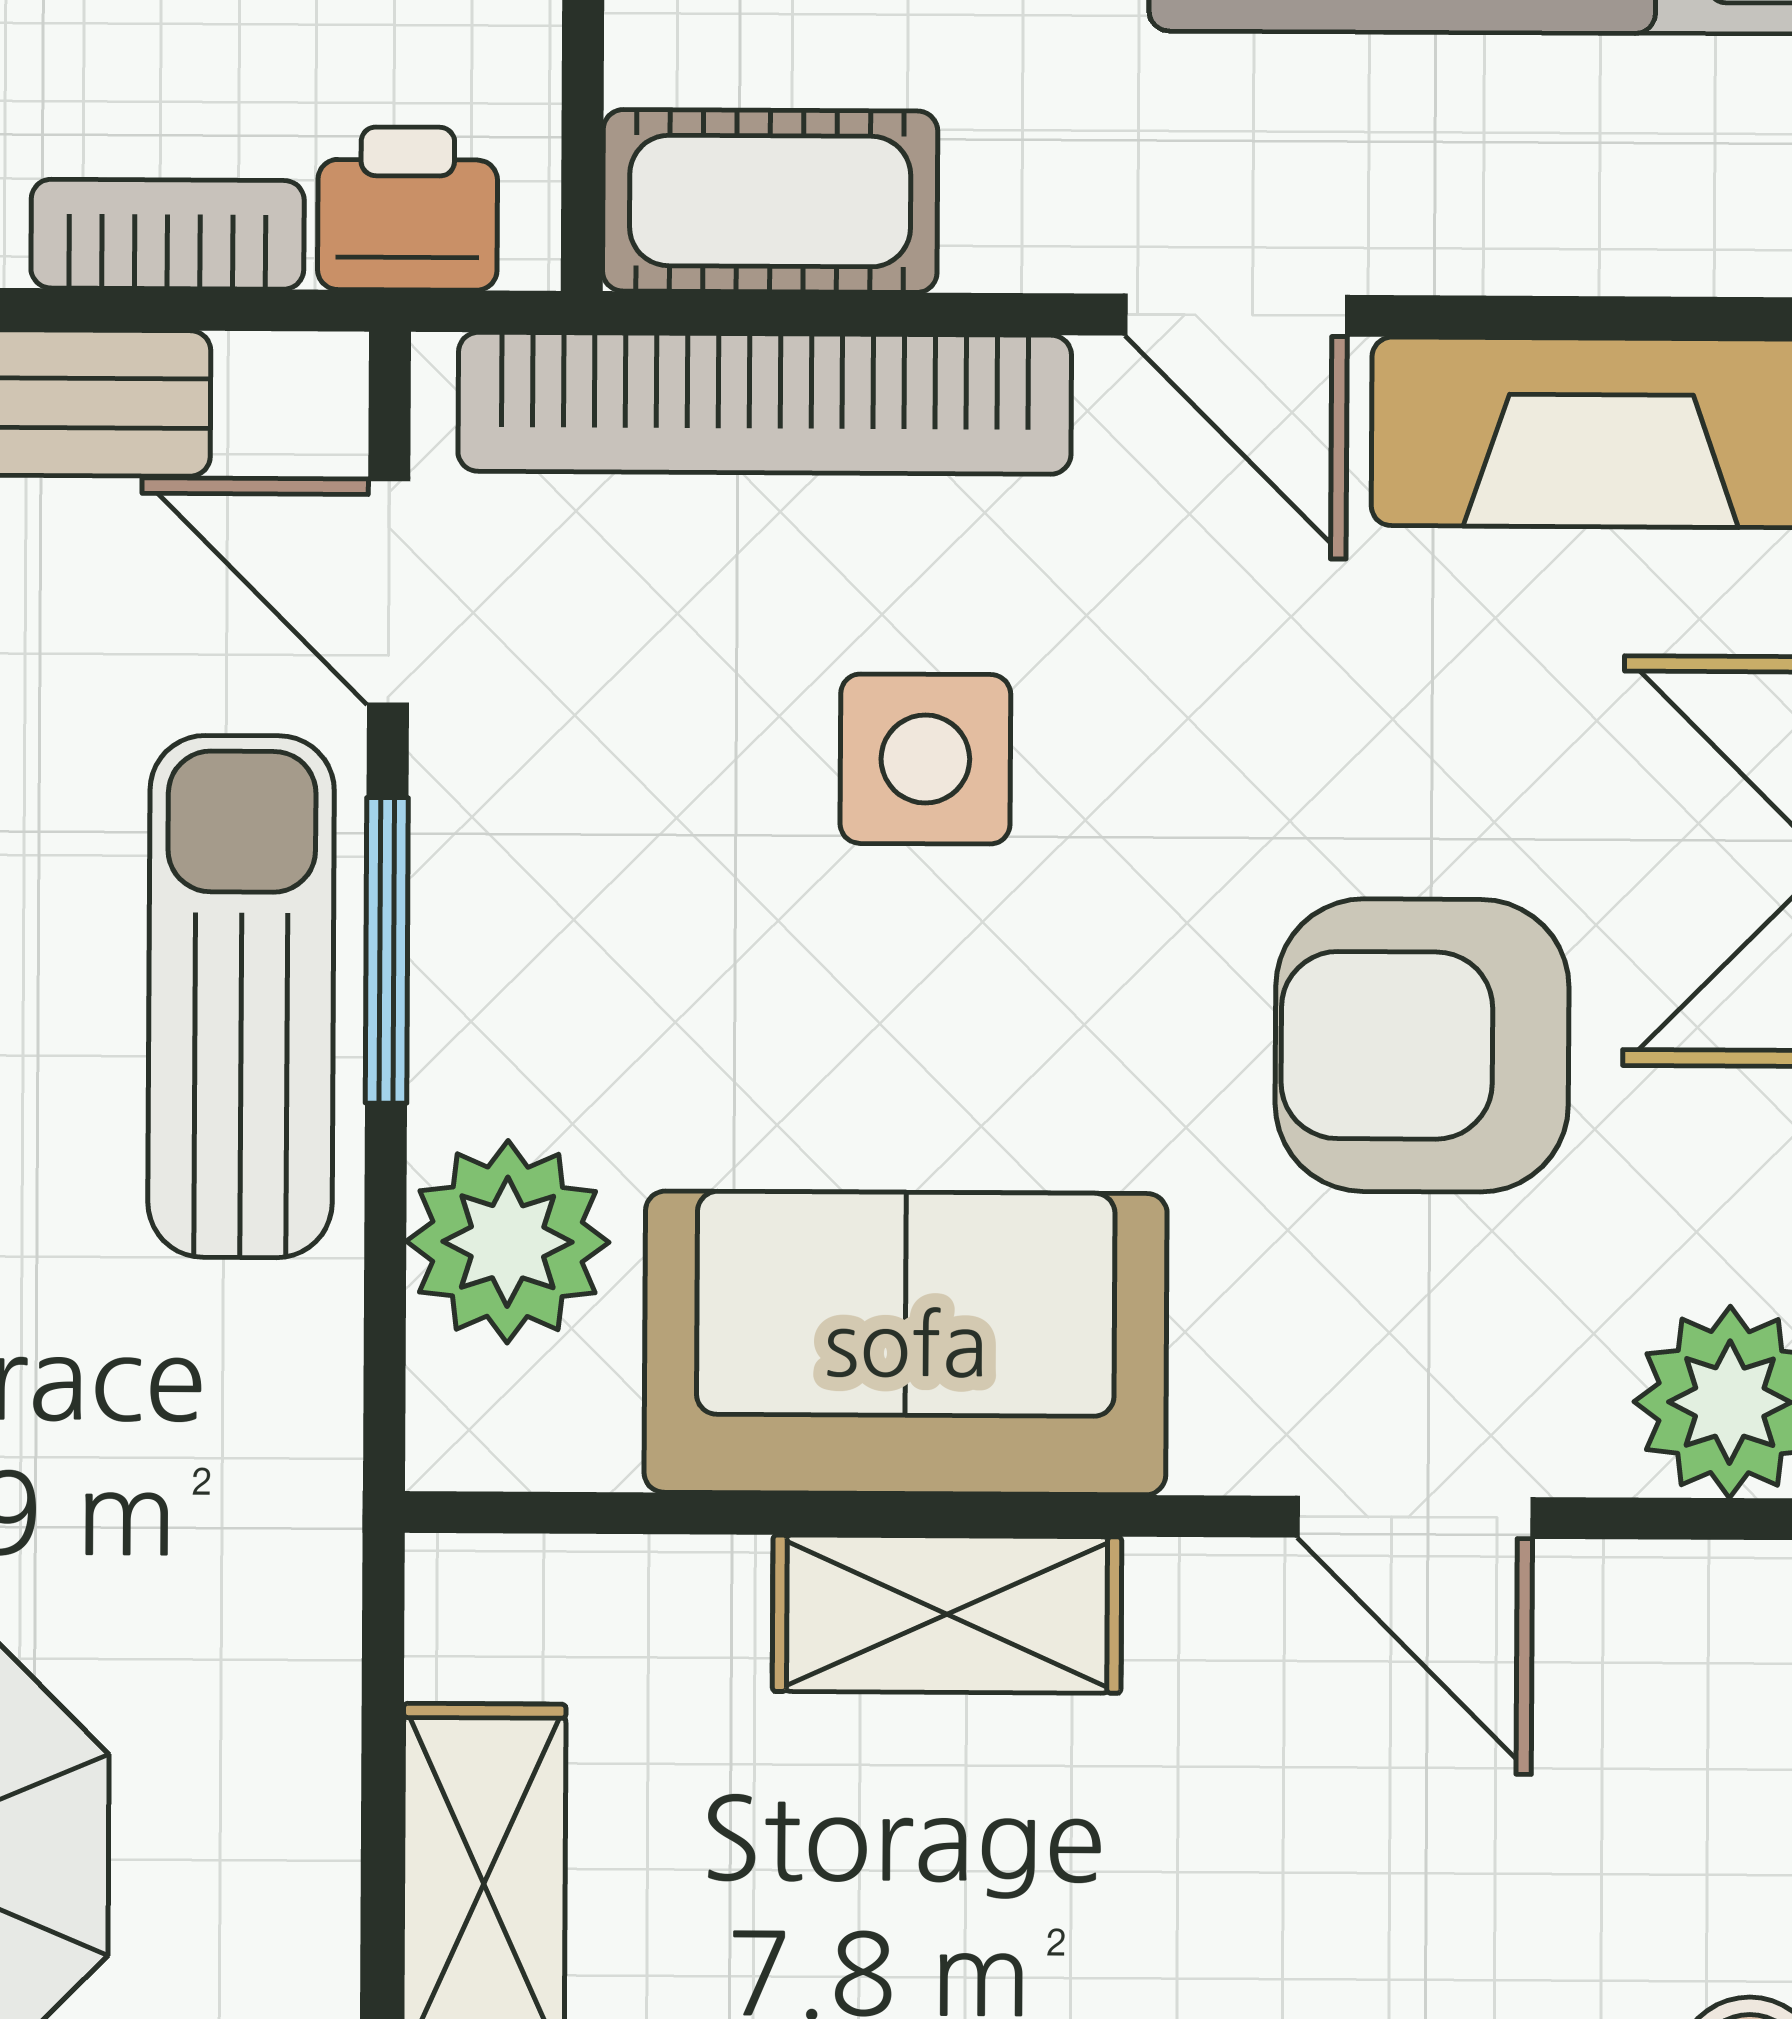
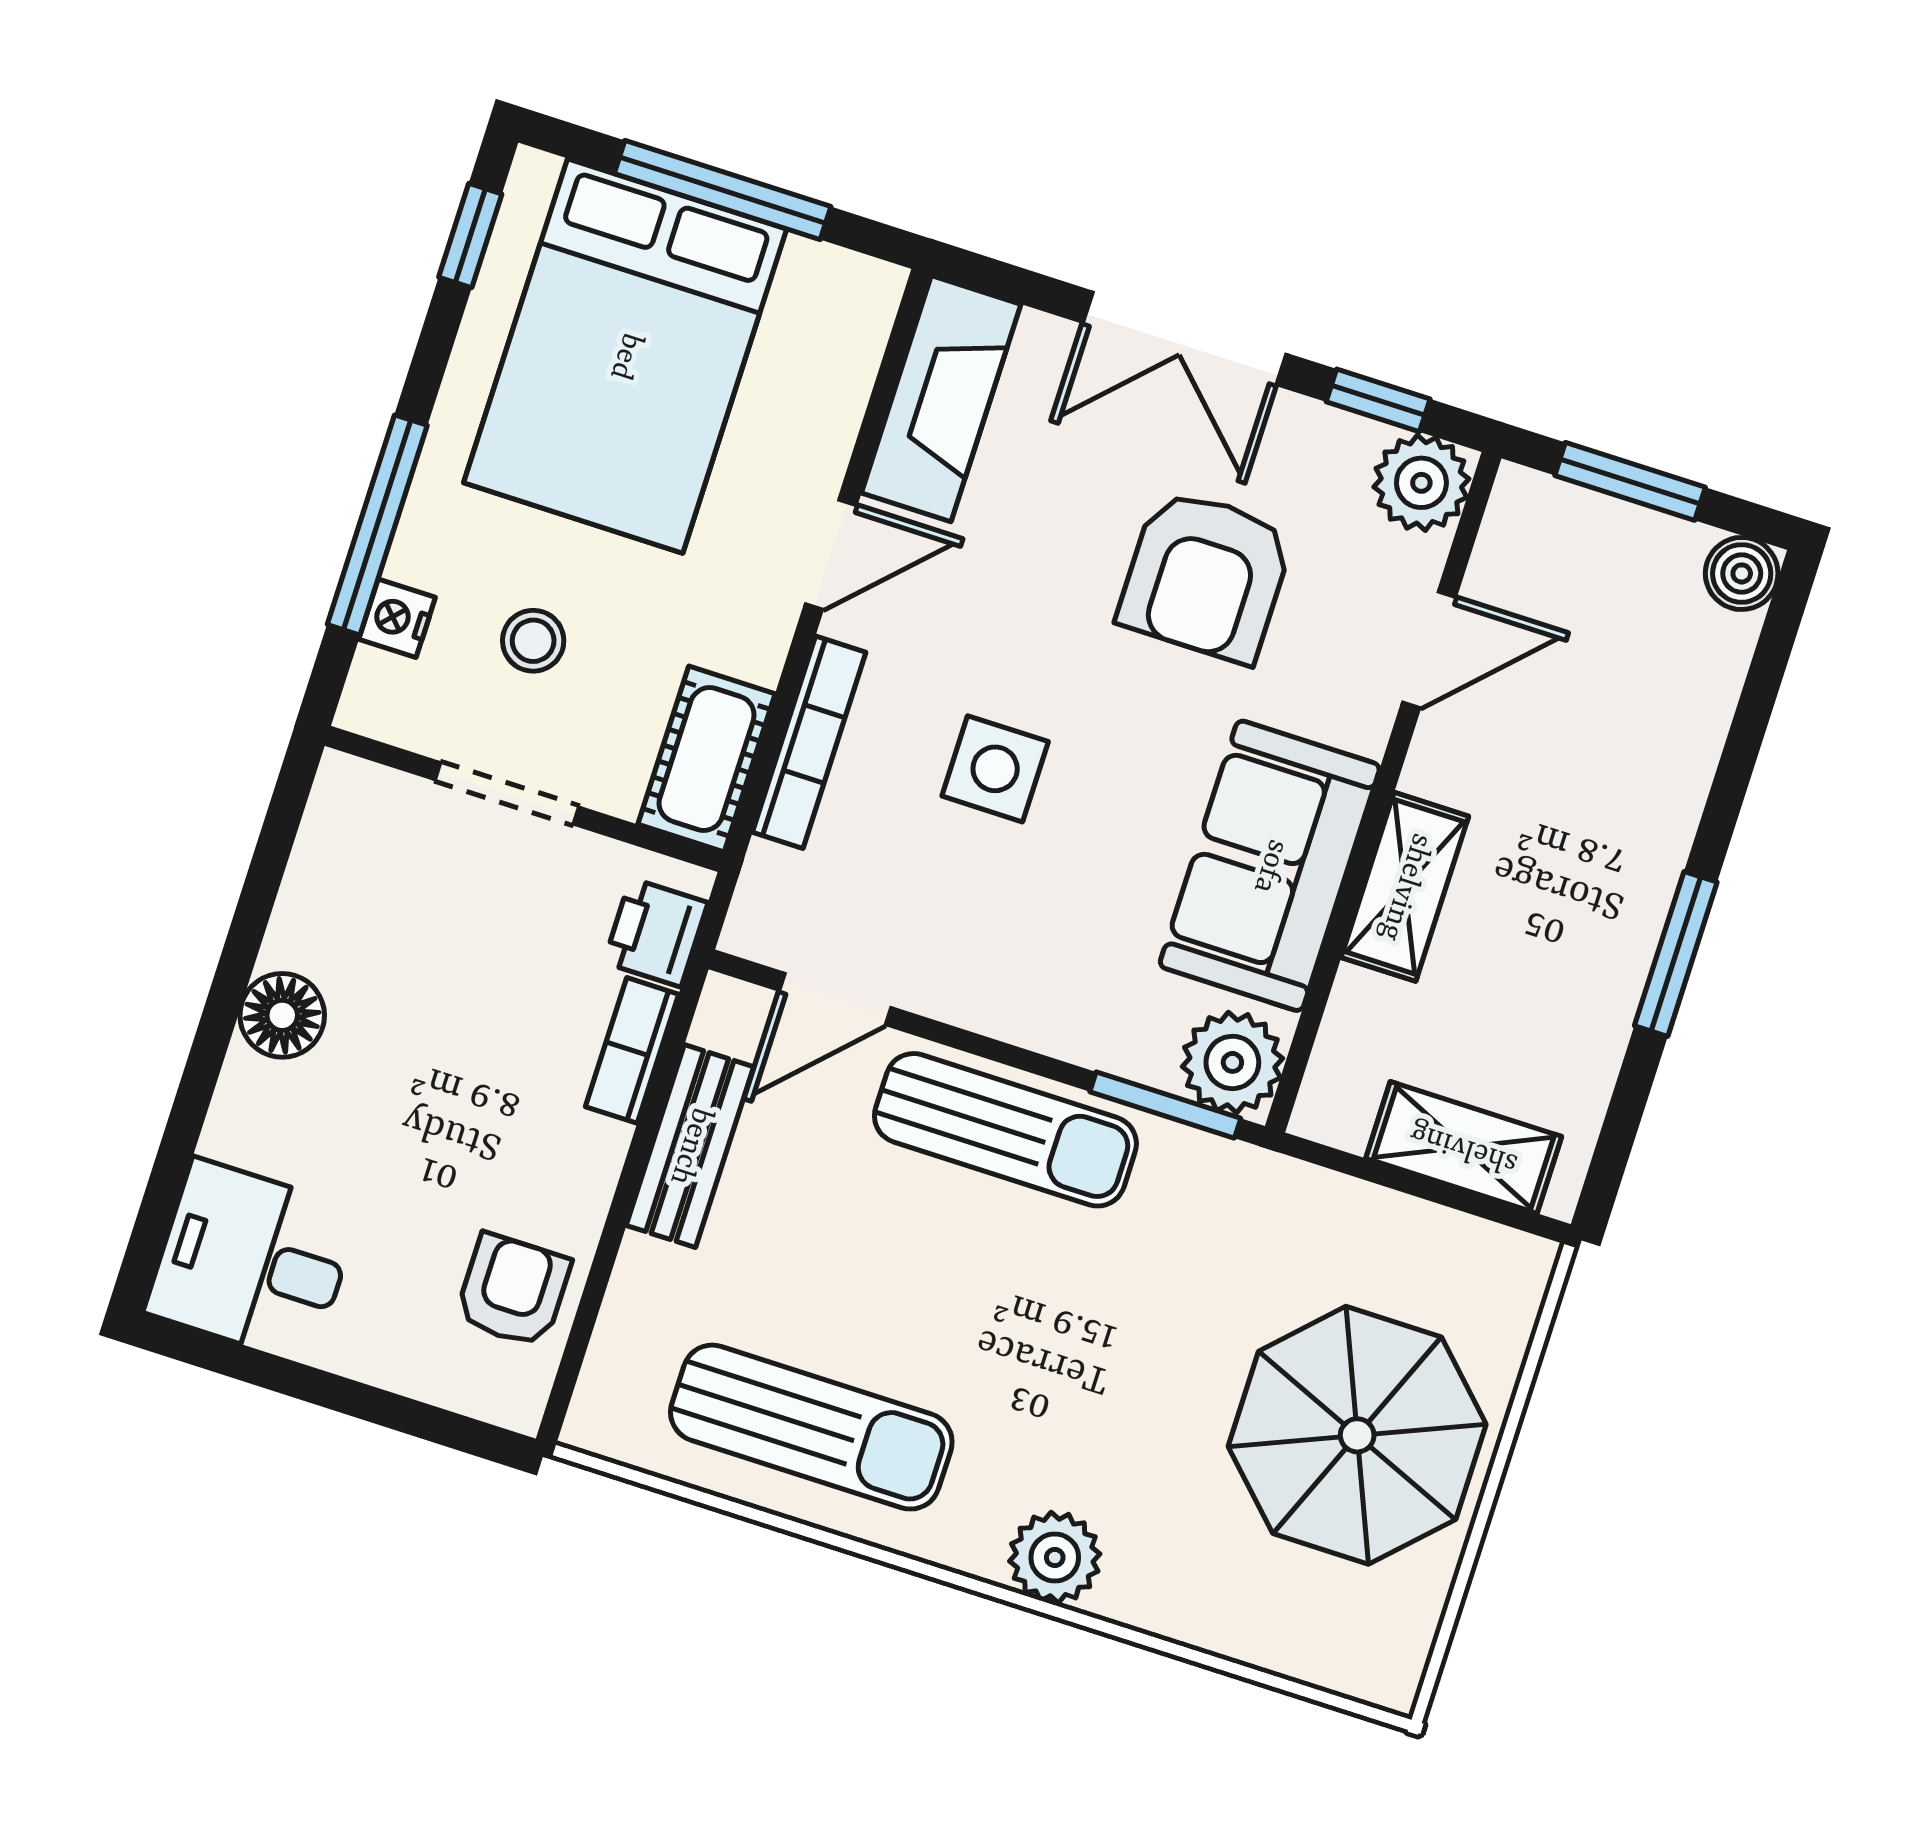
bookcase: (765, 403) -> (809, 742), width x0.68, depth x0.76
window: (387, 950) -> (1165, 1105), moved
sun lounger: (241, 997) -> (1005, 1130), turned 180
plant: (508, 1242) -> (1232, 1062), moved

